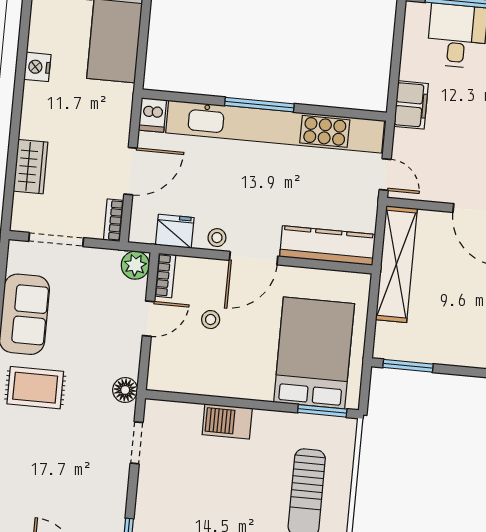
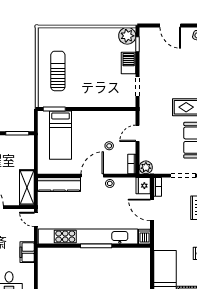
door: (130, 171) -> (152, 210), hinge flipped
fridge: (175, 231) -> (143, 186), moved, turned 90
shelving: (396, 264) -> (27, 187), width x0.68
door: (148, 319) -> (138, 133), moved
bed: (314, 353) -> (61, 135), width x0.67
floor lamp: (125, 390) -> (145, 110), removed
barbecue: (227, 421) -> (129, 63), moved, turned -90

